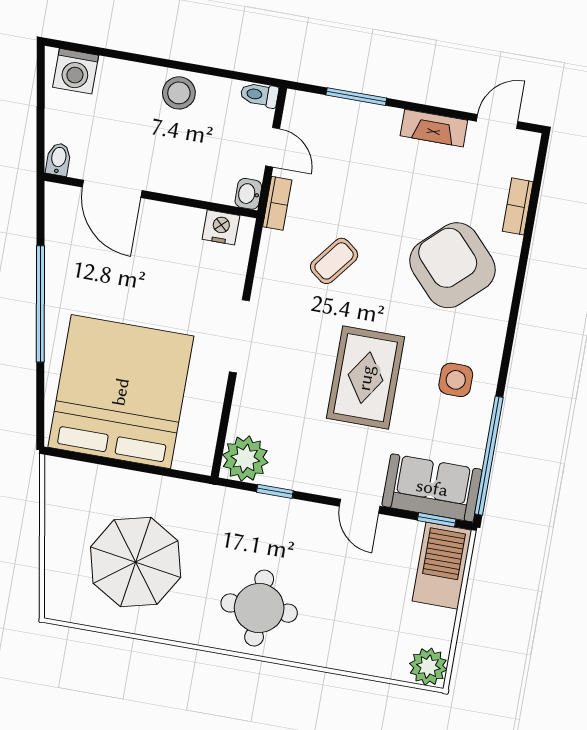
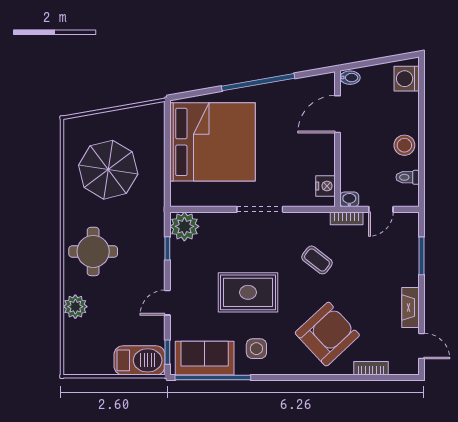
toilet: (259, 95) -> (408, 177), moved, turned -90
sofa: (432, 488) -> (205, 358), moved, turned -90
plant: (428, 667) -> (75, 307), moved

